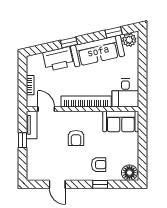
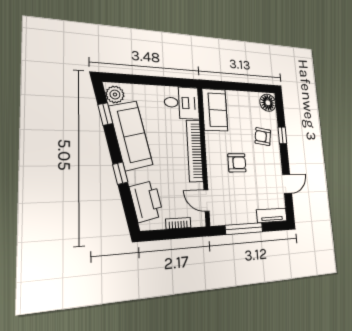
printer: (58, 59) -> (146, 201), moved
door: (46, 109) -> (207, 200), hinge flipped
tv unit: (32, 125) -> (272, 215), moved
window: (22, 140) -> (244, 229), width x2.17
armchair: (99, 165) -> (263, 137), turned -81

